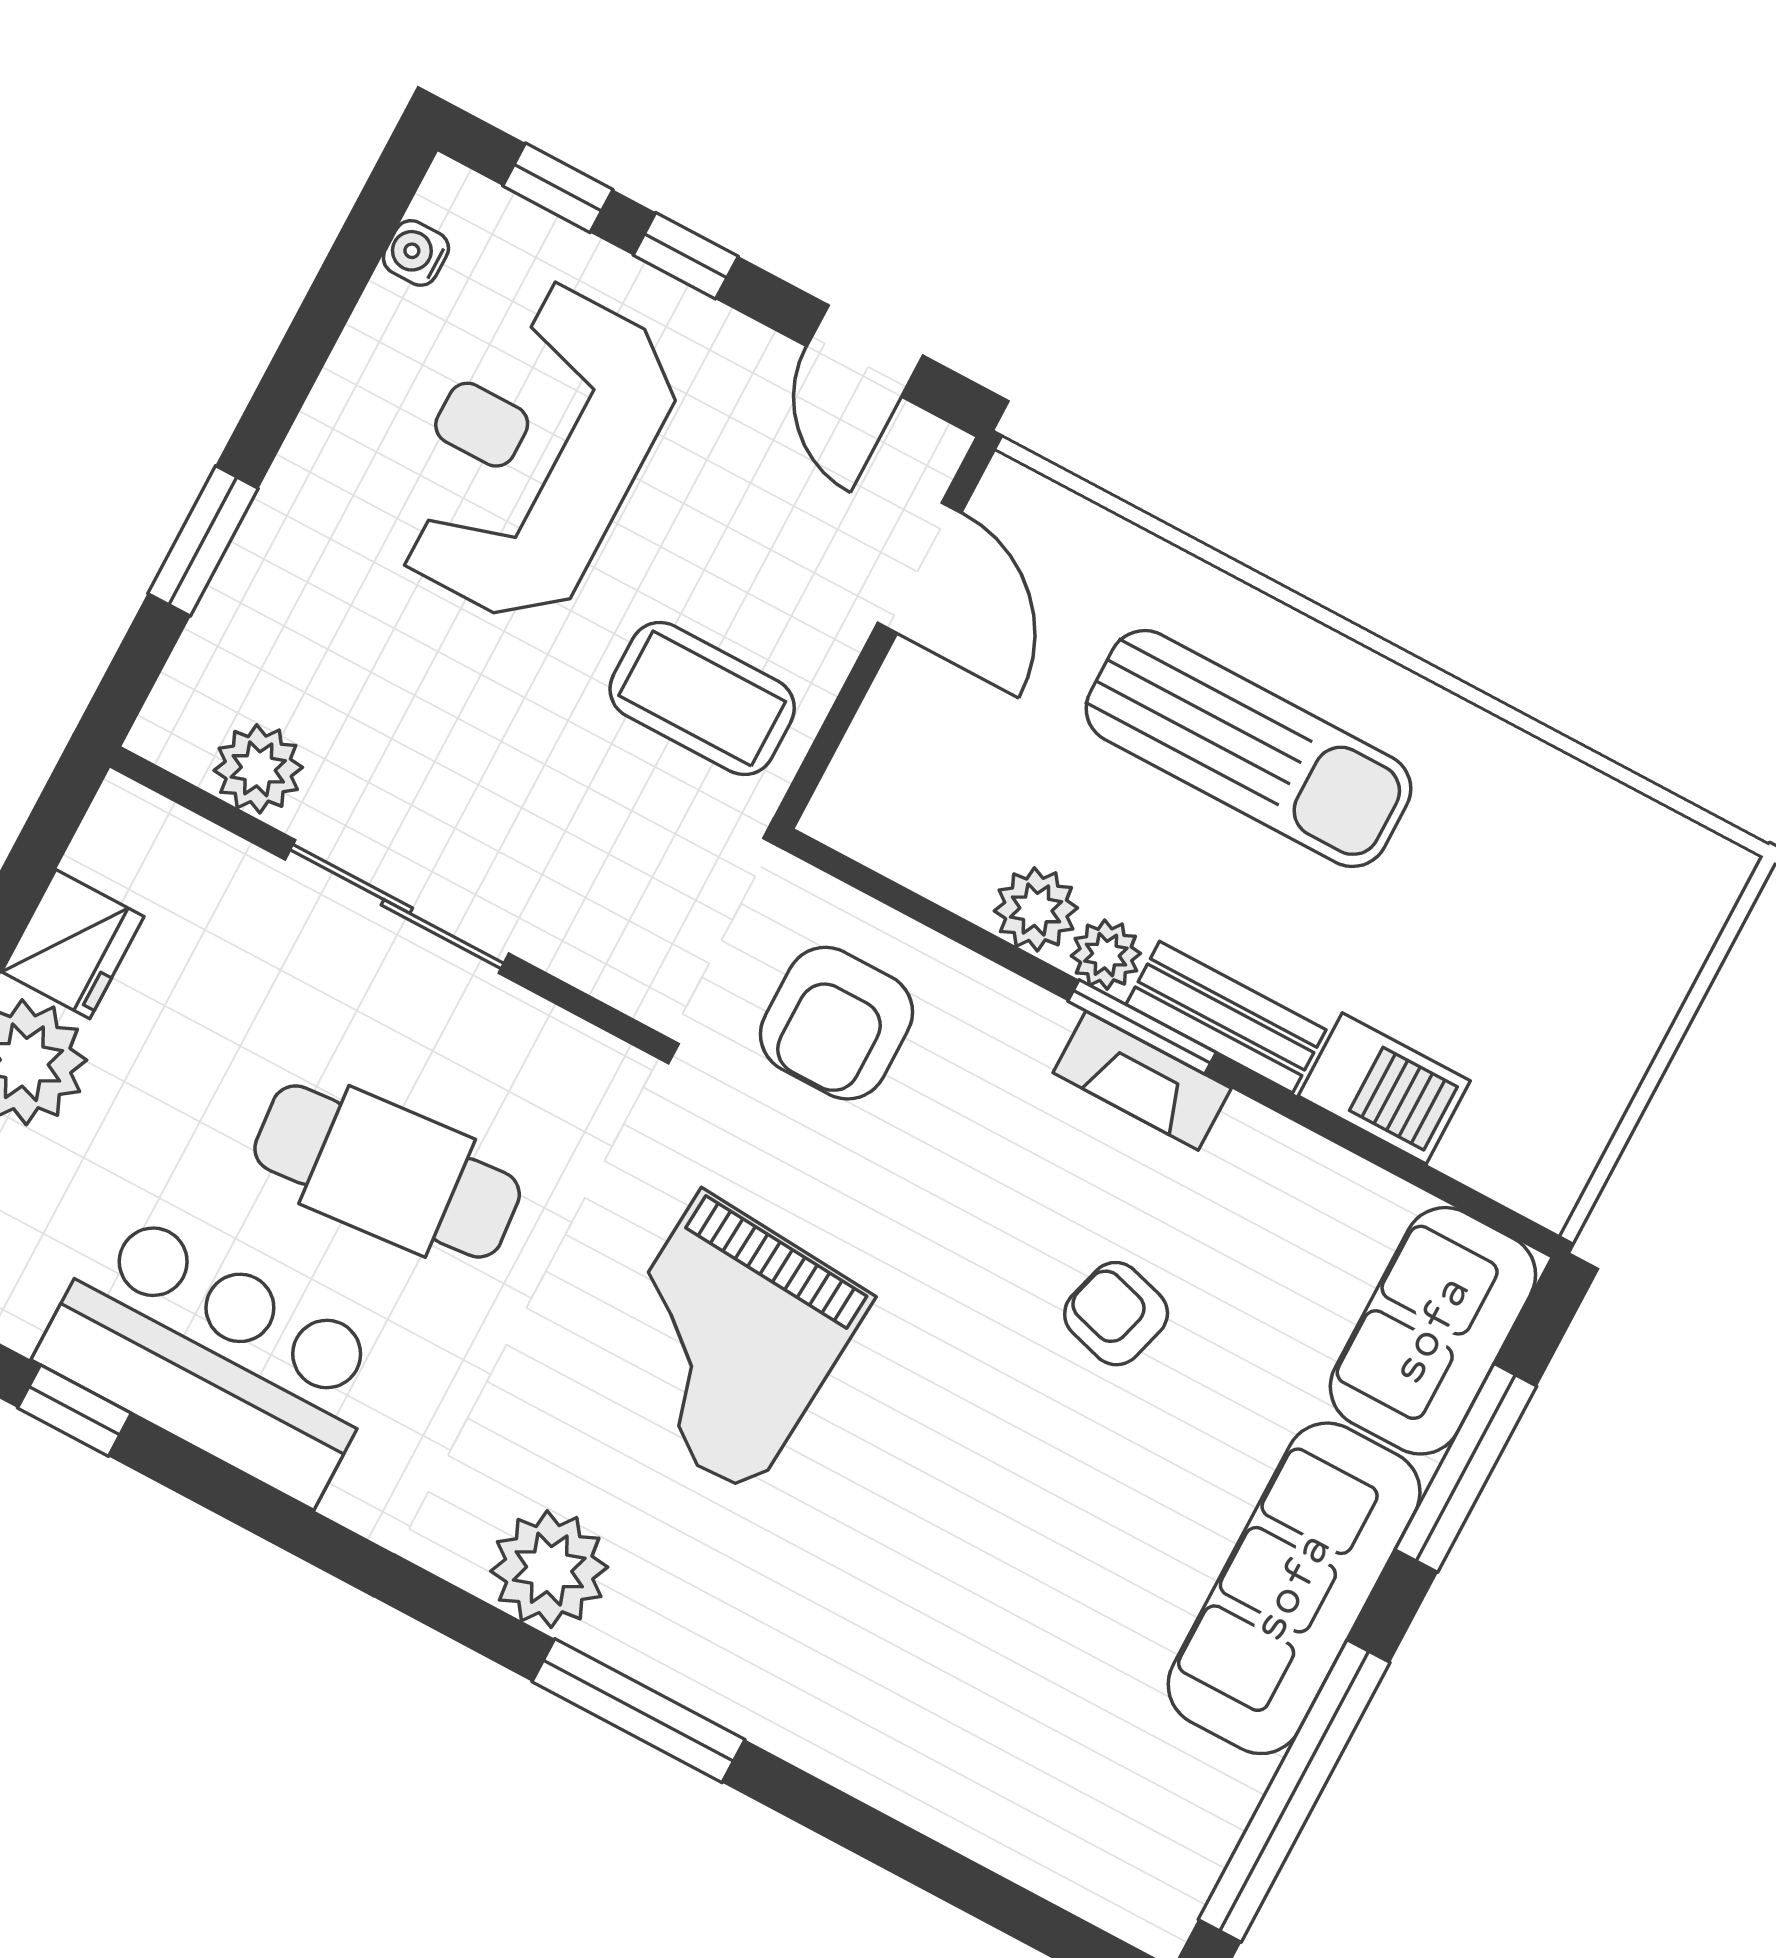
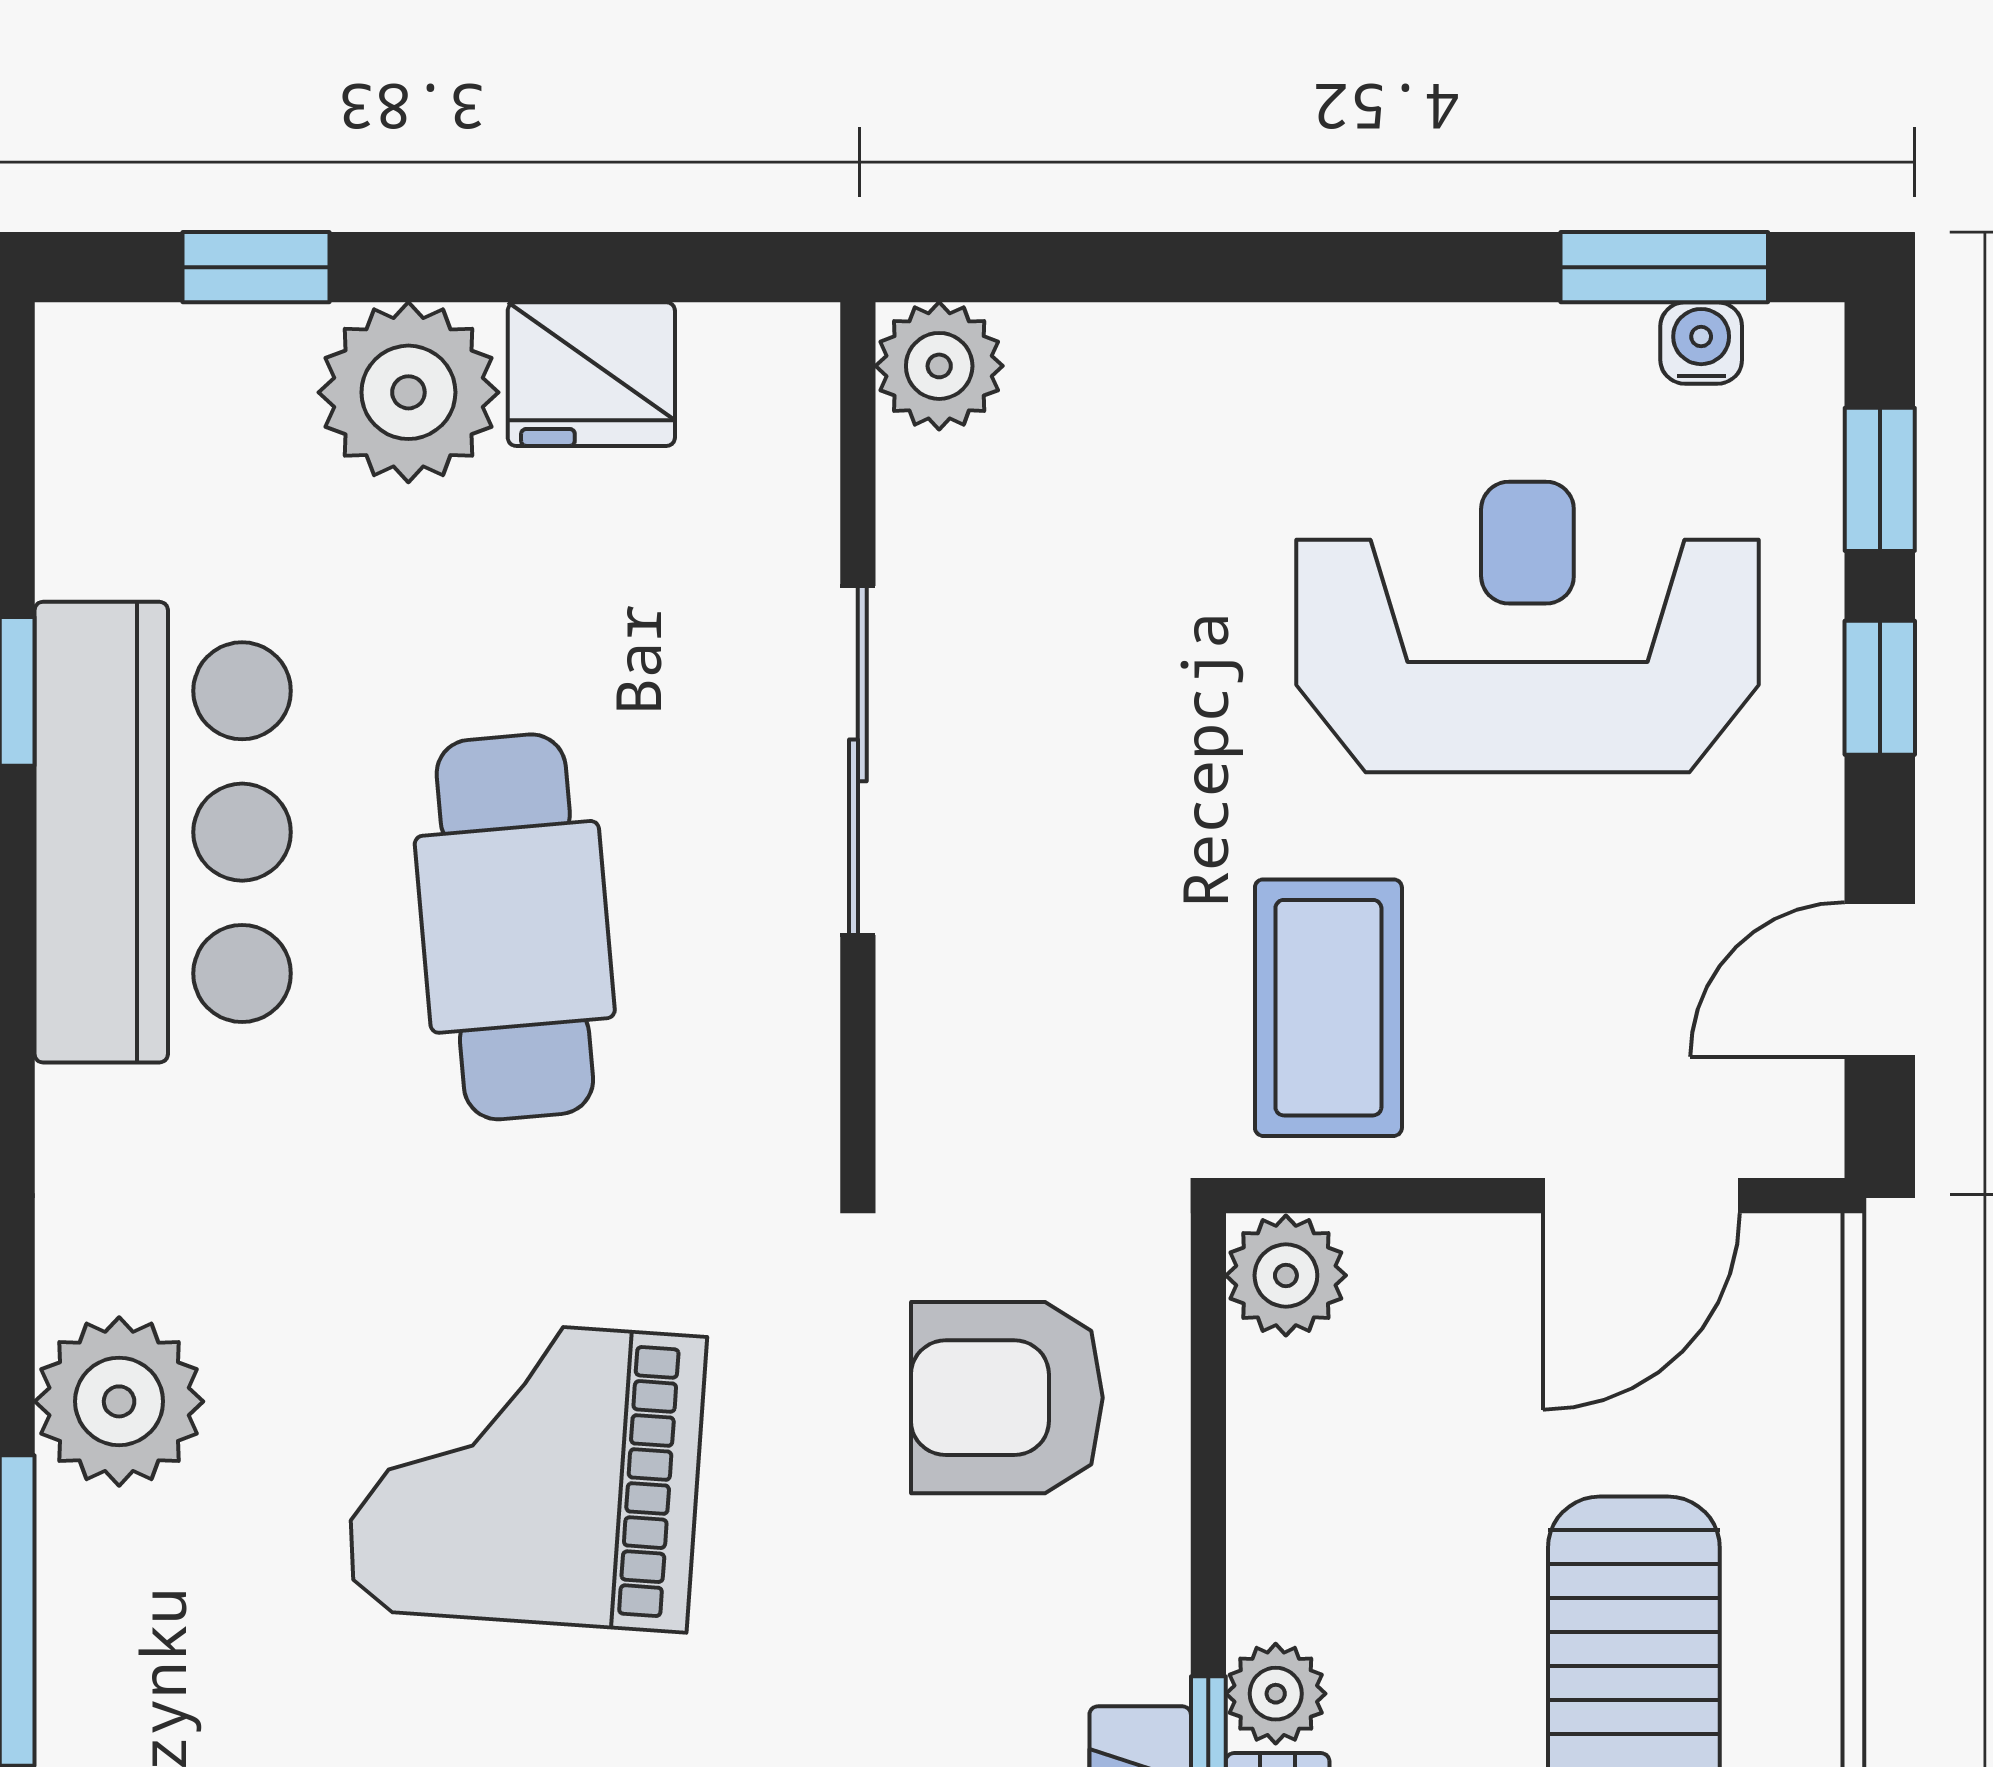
window: (203, 541) -> (1664, 267), moved
plant: (258, 769) -> (939, 366), moved
plant: (1036, 909) -> (1286, 1275), moved

